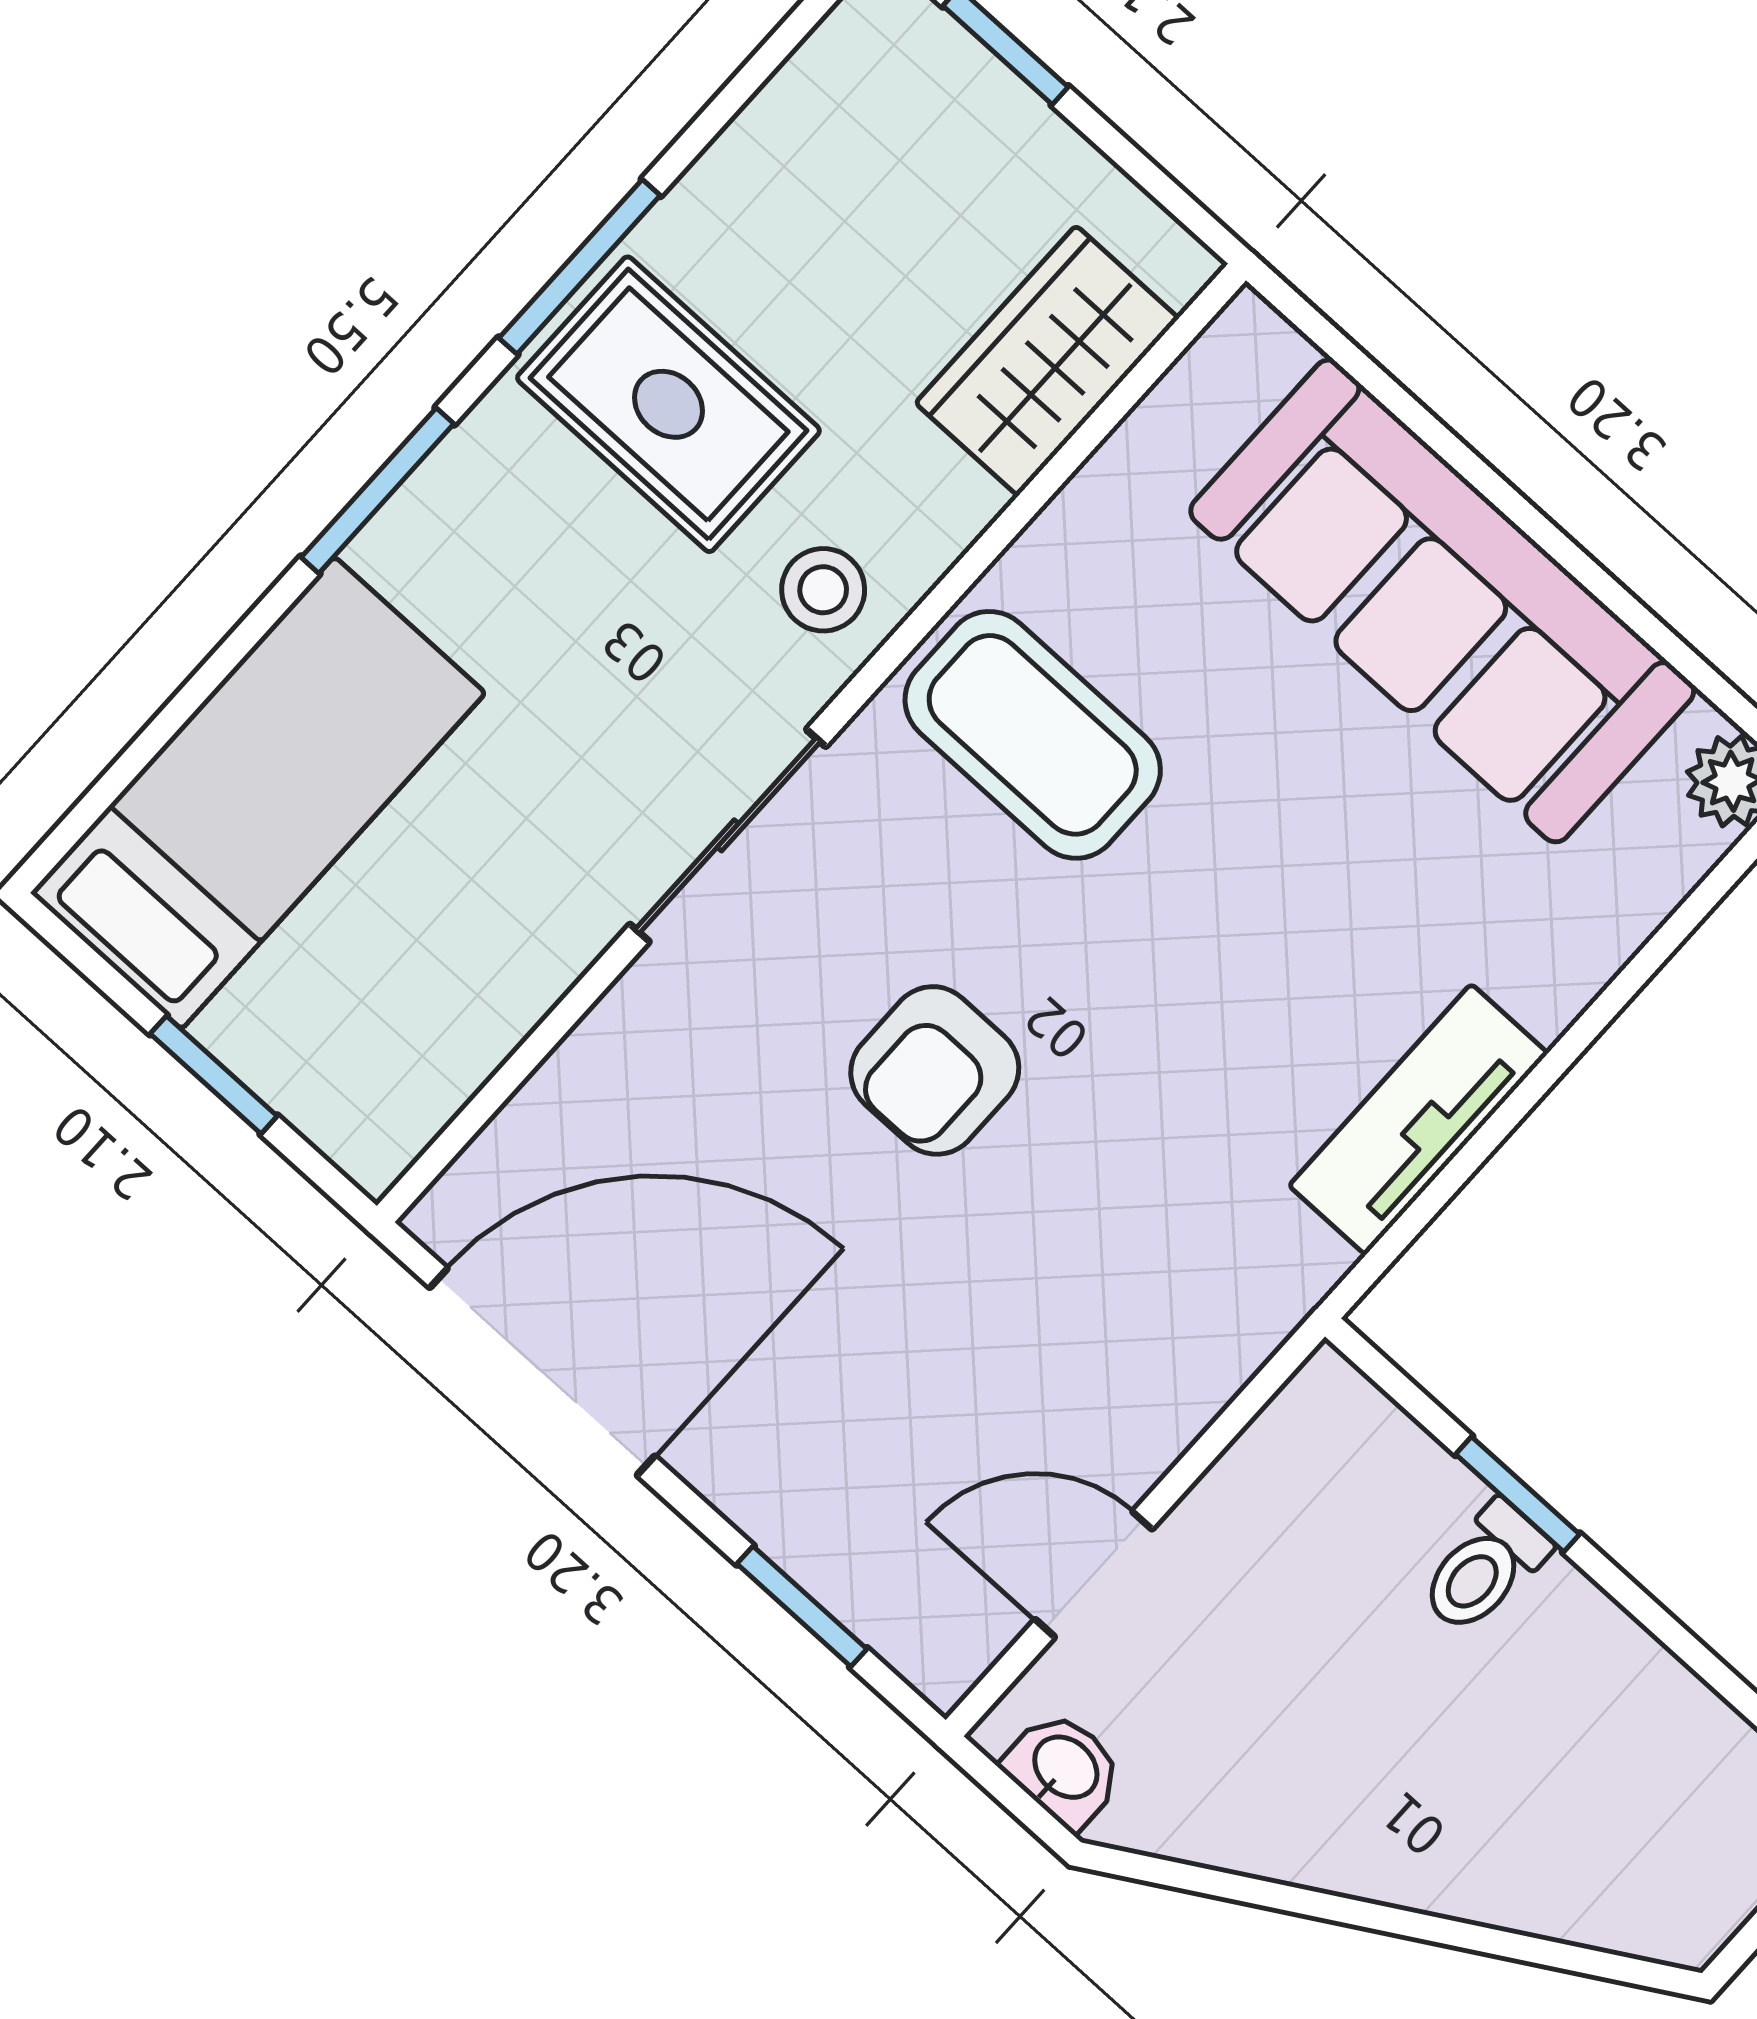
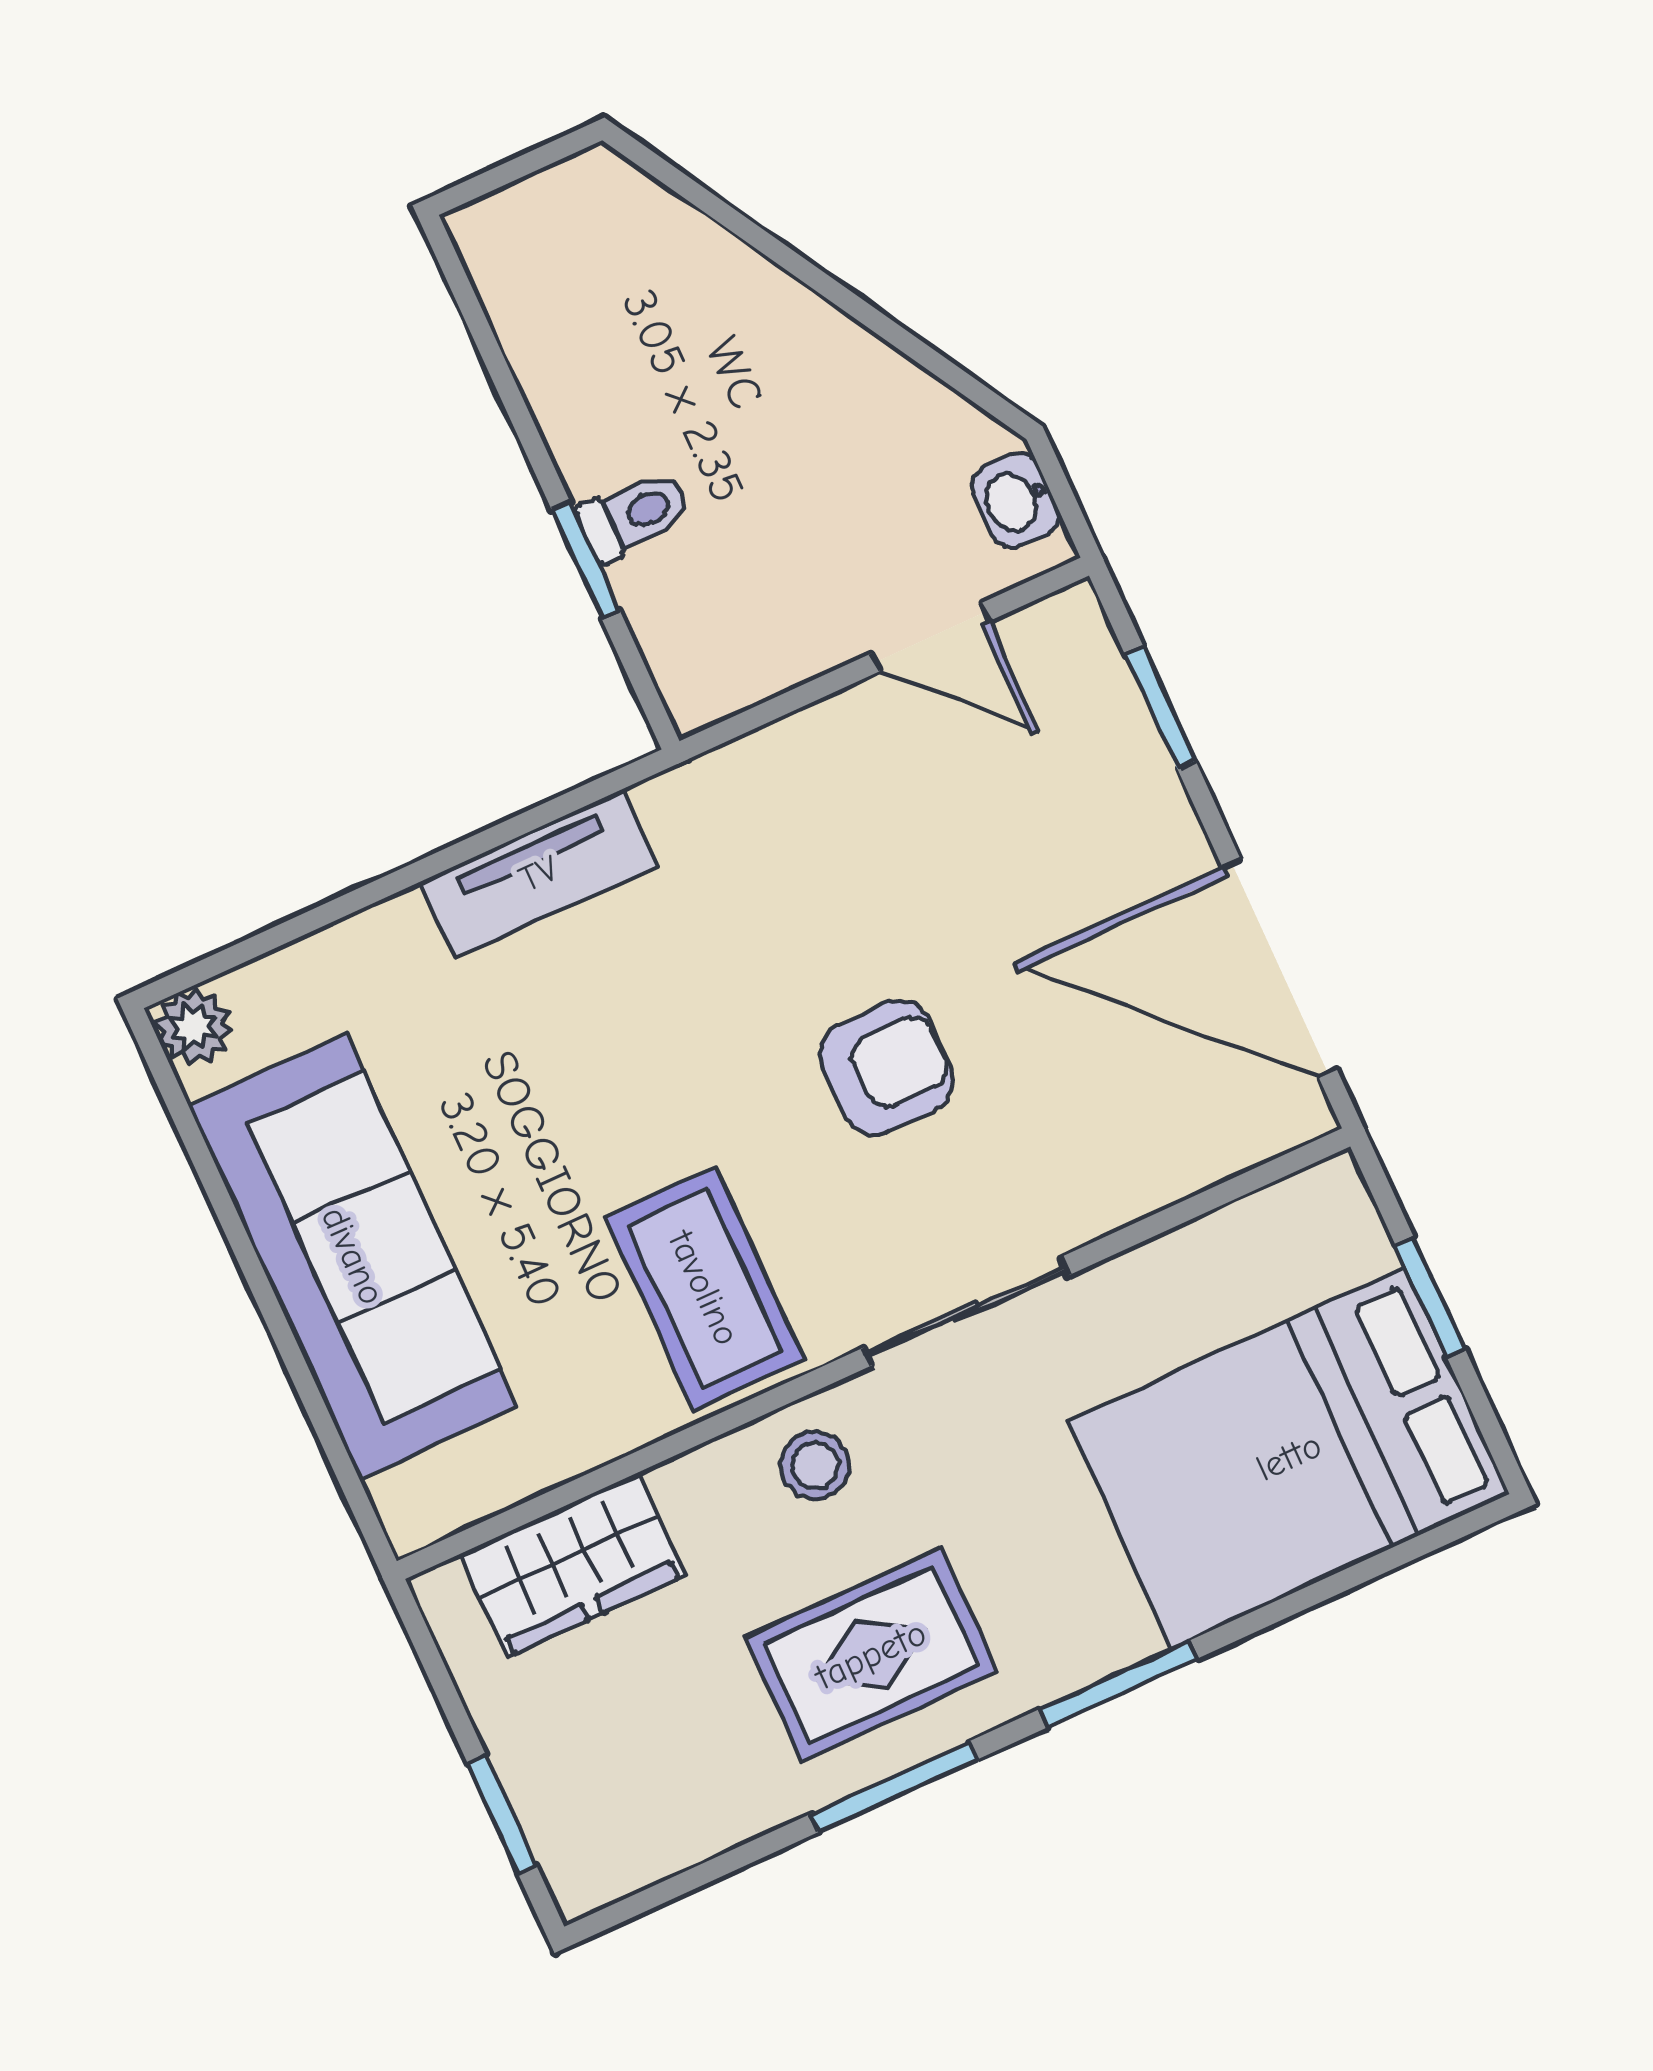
rug: (668, 404) -> (871, 1655), turned 90
bed: (258, 793) -> (1289, 1457), width x1.50

